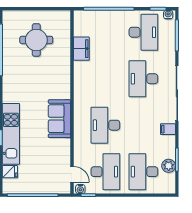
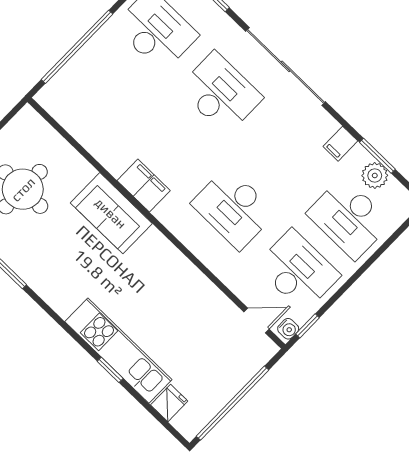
filing cabinet: (81, 49) -> (144, 186), moved
desk: (143, 79) -> (220, 93), turned 180
sofa: (59, 119) -> (111, 213), moved
filing cabinet: (168, 129) -> (340, 144), moved

